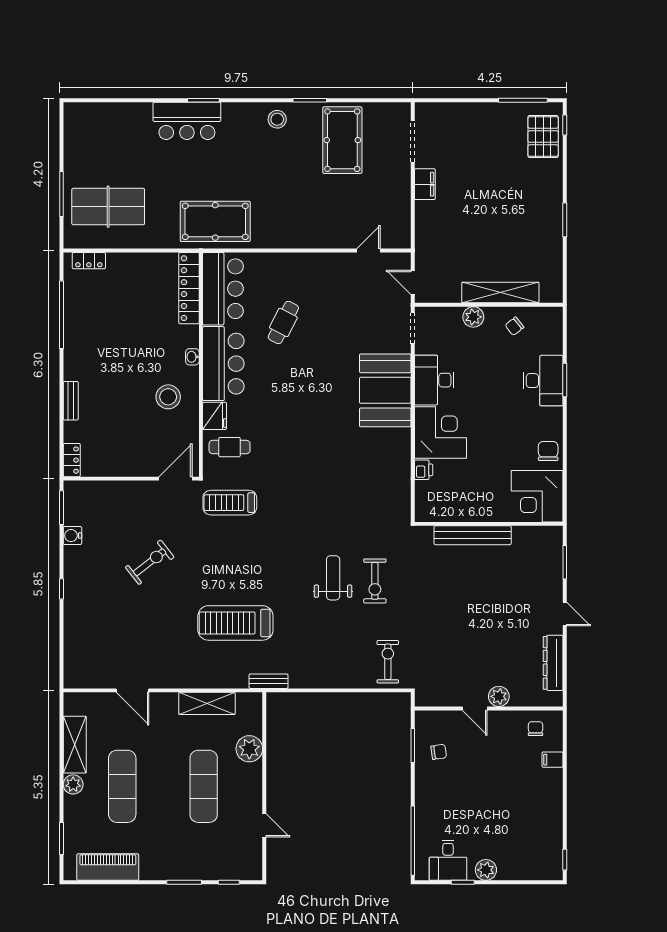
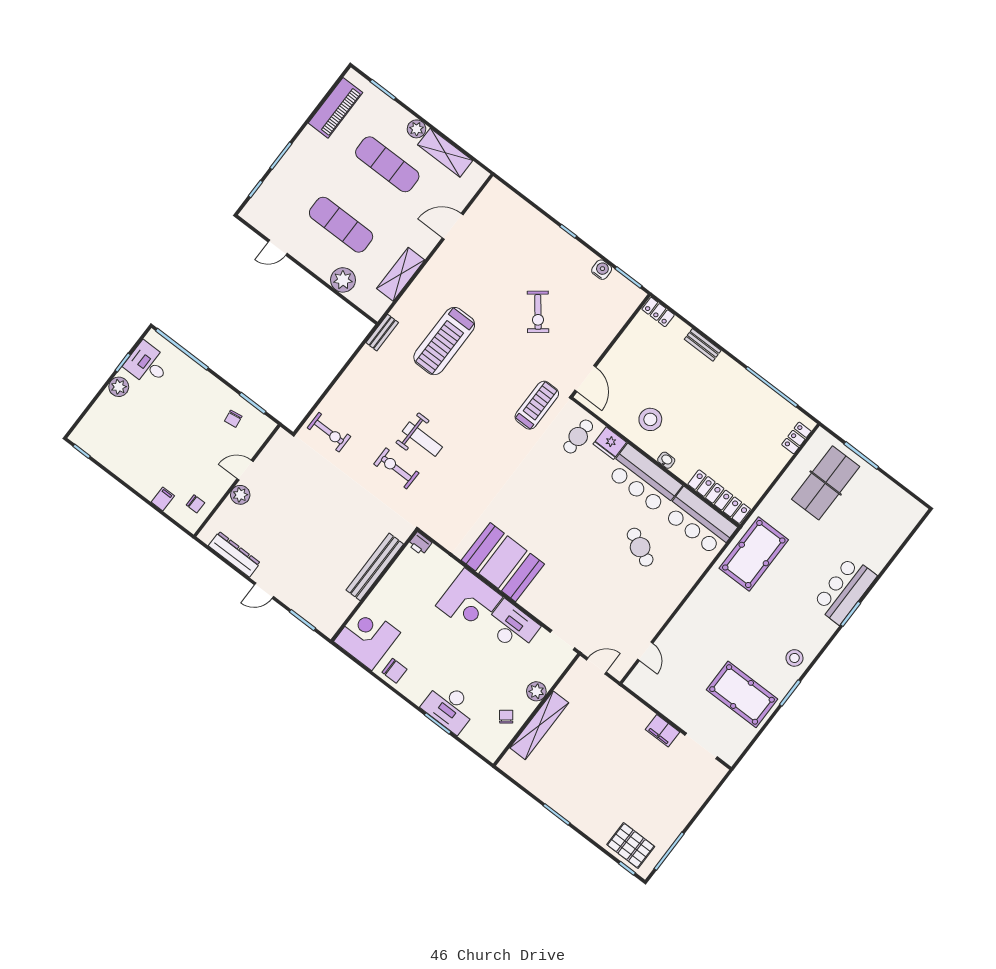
booth: (385, 390) -> (503, 562), moved
printer: (424, 470) -> (420, 544), moved
treadmill: (235, 623) -> (444, 341), turned 180

